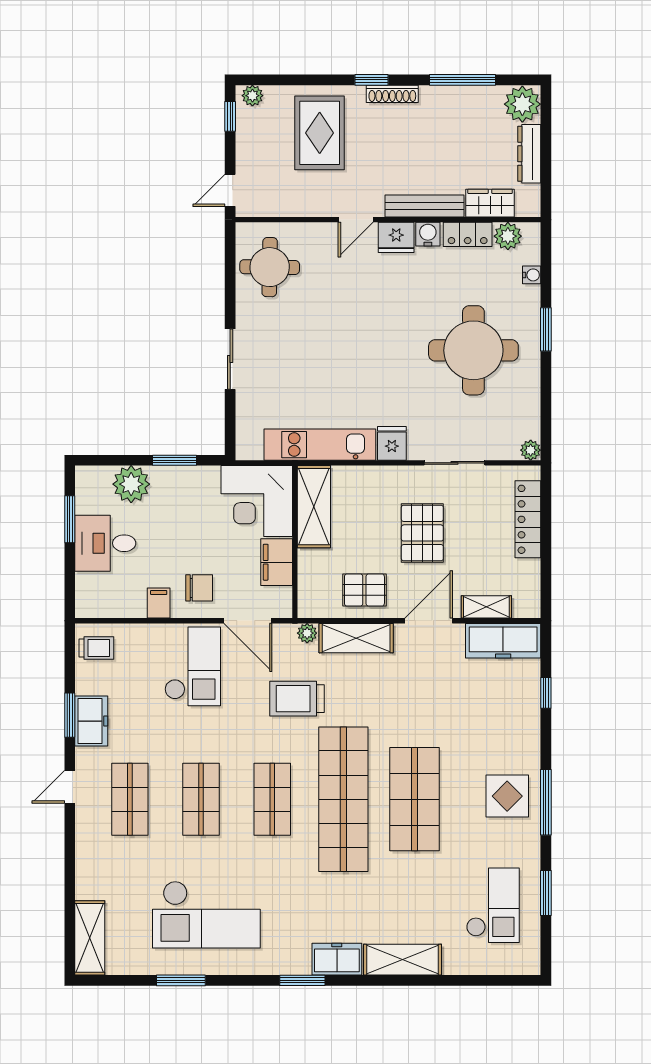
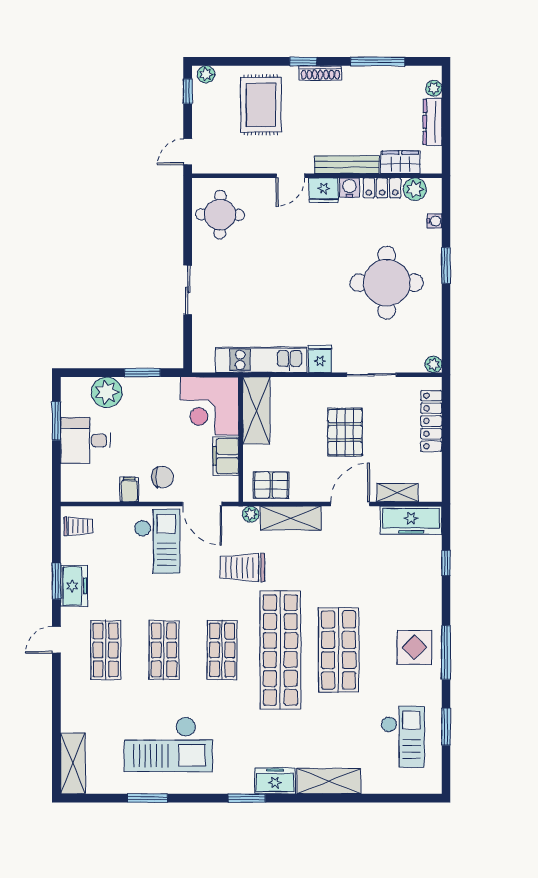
plant: (522, 104) -> (434, 88), width x0.53, depth x0.53
pallet: (364, 590) -> (271, 485), moved

